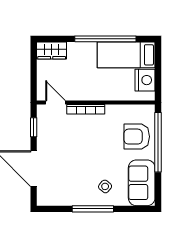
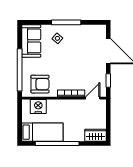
nightstand: (145, 80) -> (38, 106), moved, turned 90
door: (55, 103) -> (93, 98), swing flipped
armchair: (137, 137) -> (40, 84), moved

